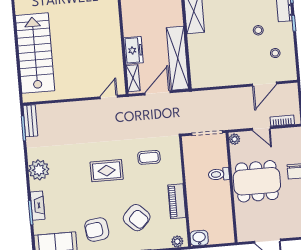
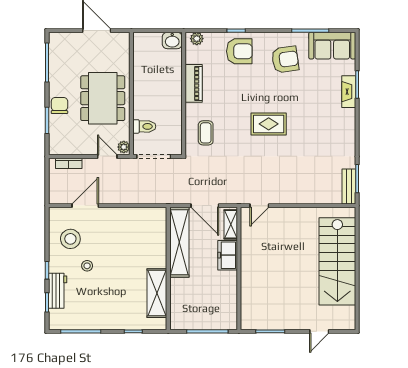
stool: (275, 53) -> (70, 239), width x1.89, depth x1.89
door: (158, 93) -> (205, 206), hinge flipped
door: (261, 128) -> (107, 156), moved
coffee table: (149, 157) -> (206, 133), moved, turned 90
plant: (39, 170) -> (344, 131), removed
toilet: (219, 174) -> (144, 126), moved
dining table: (257, 181) -> (103, 98), turned 90
armchair: (137, 218) -> (239, 51), moved, turned 136

